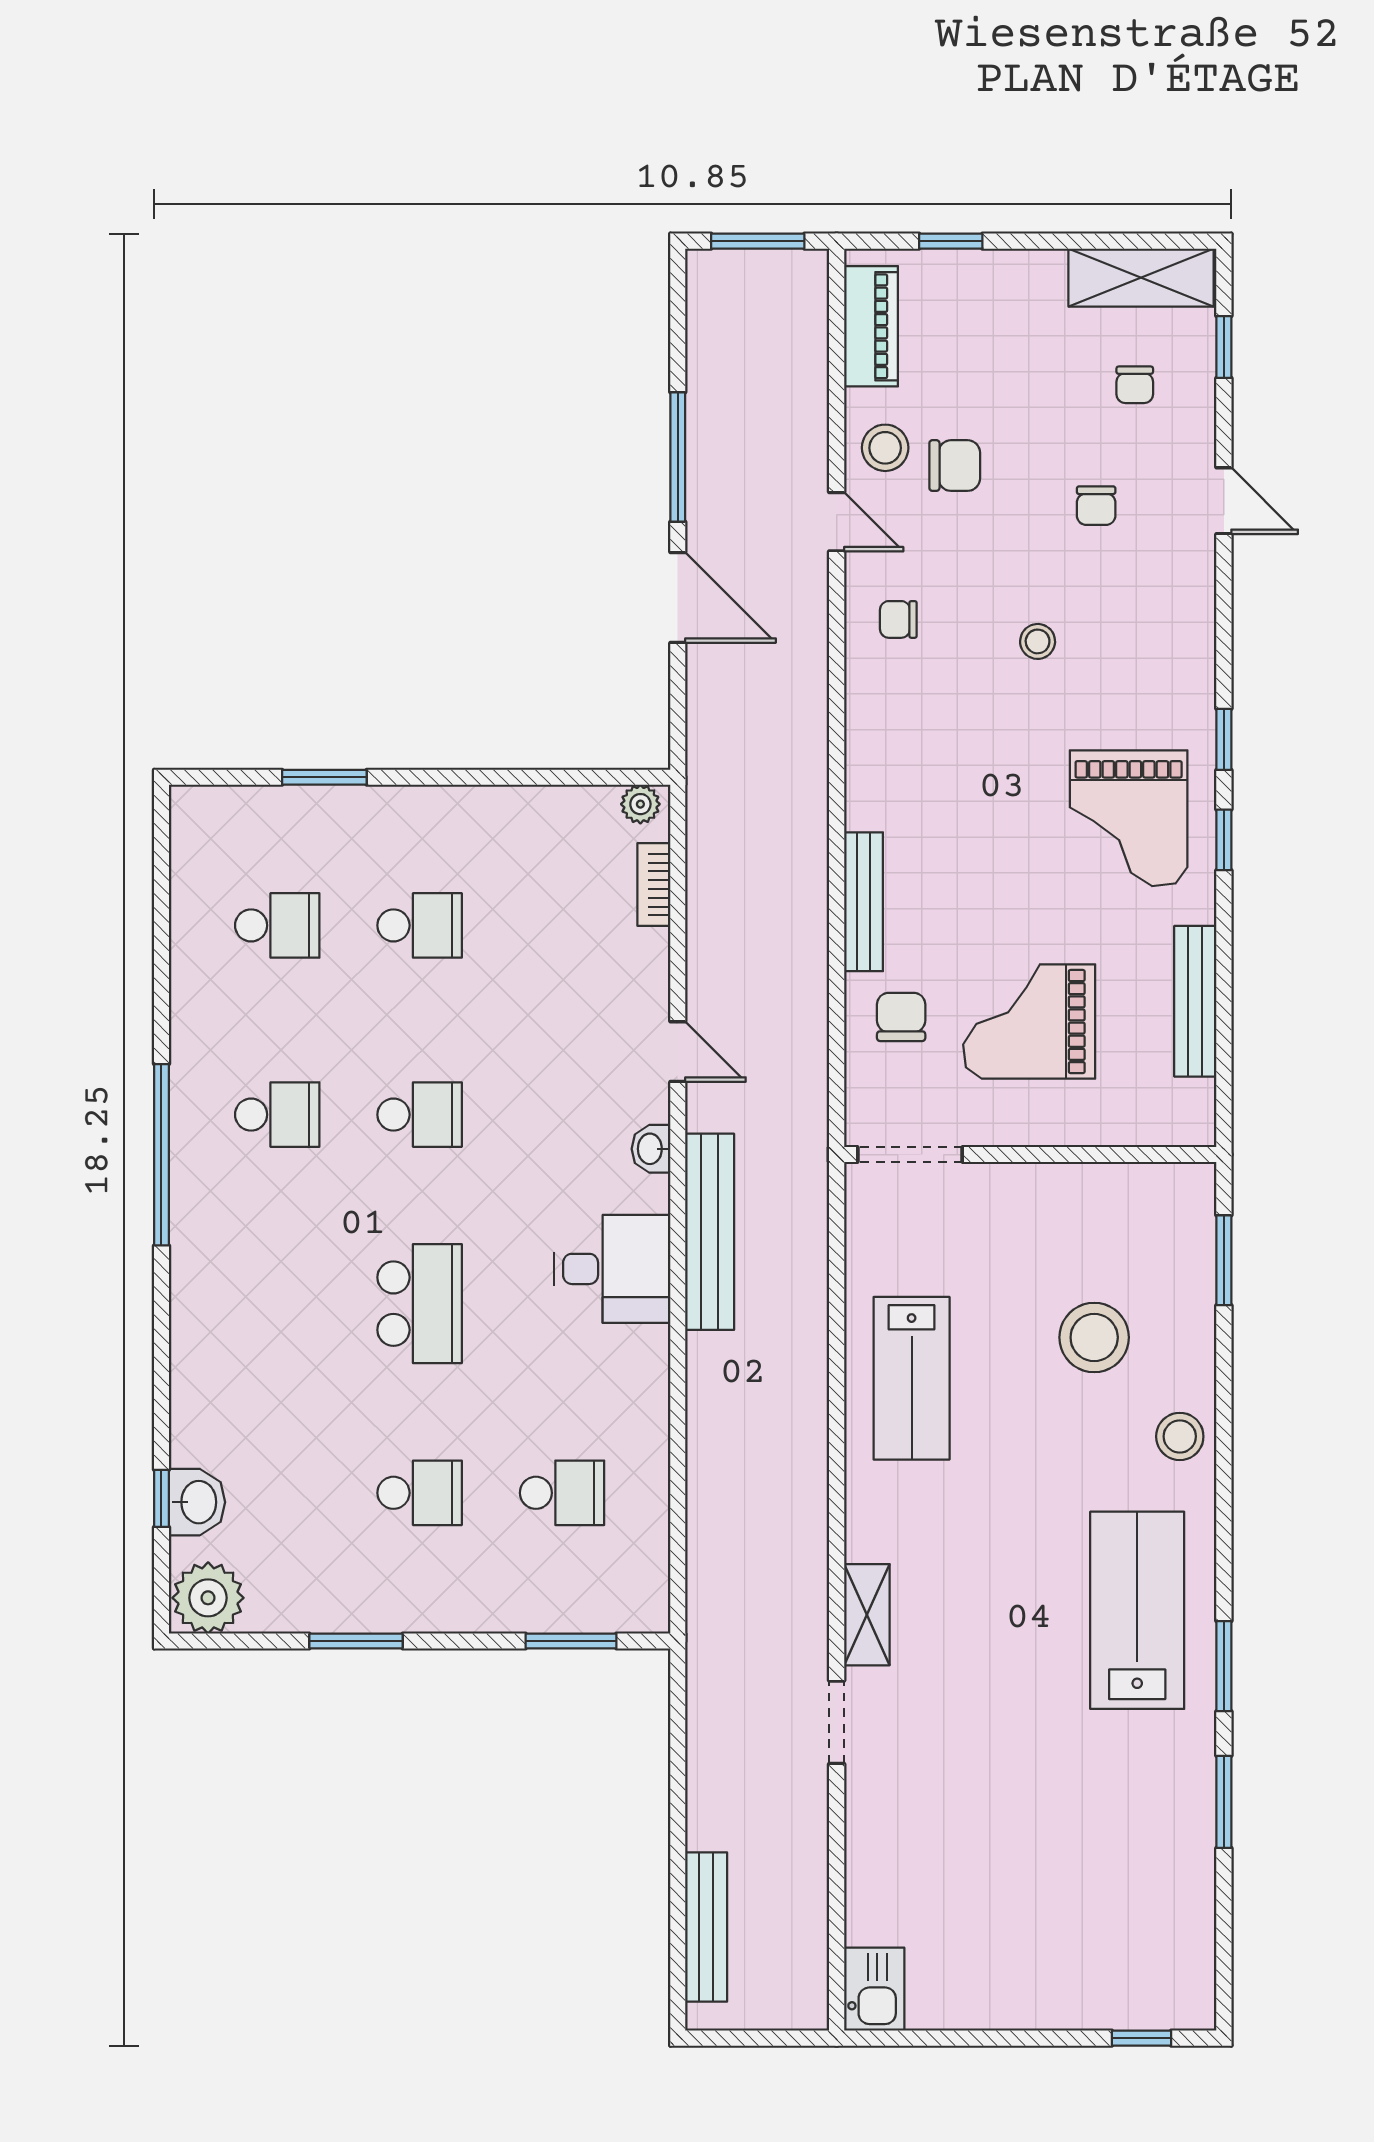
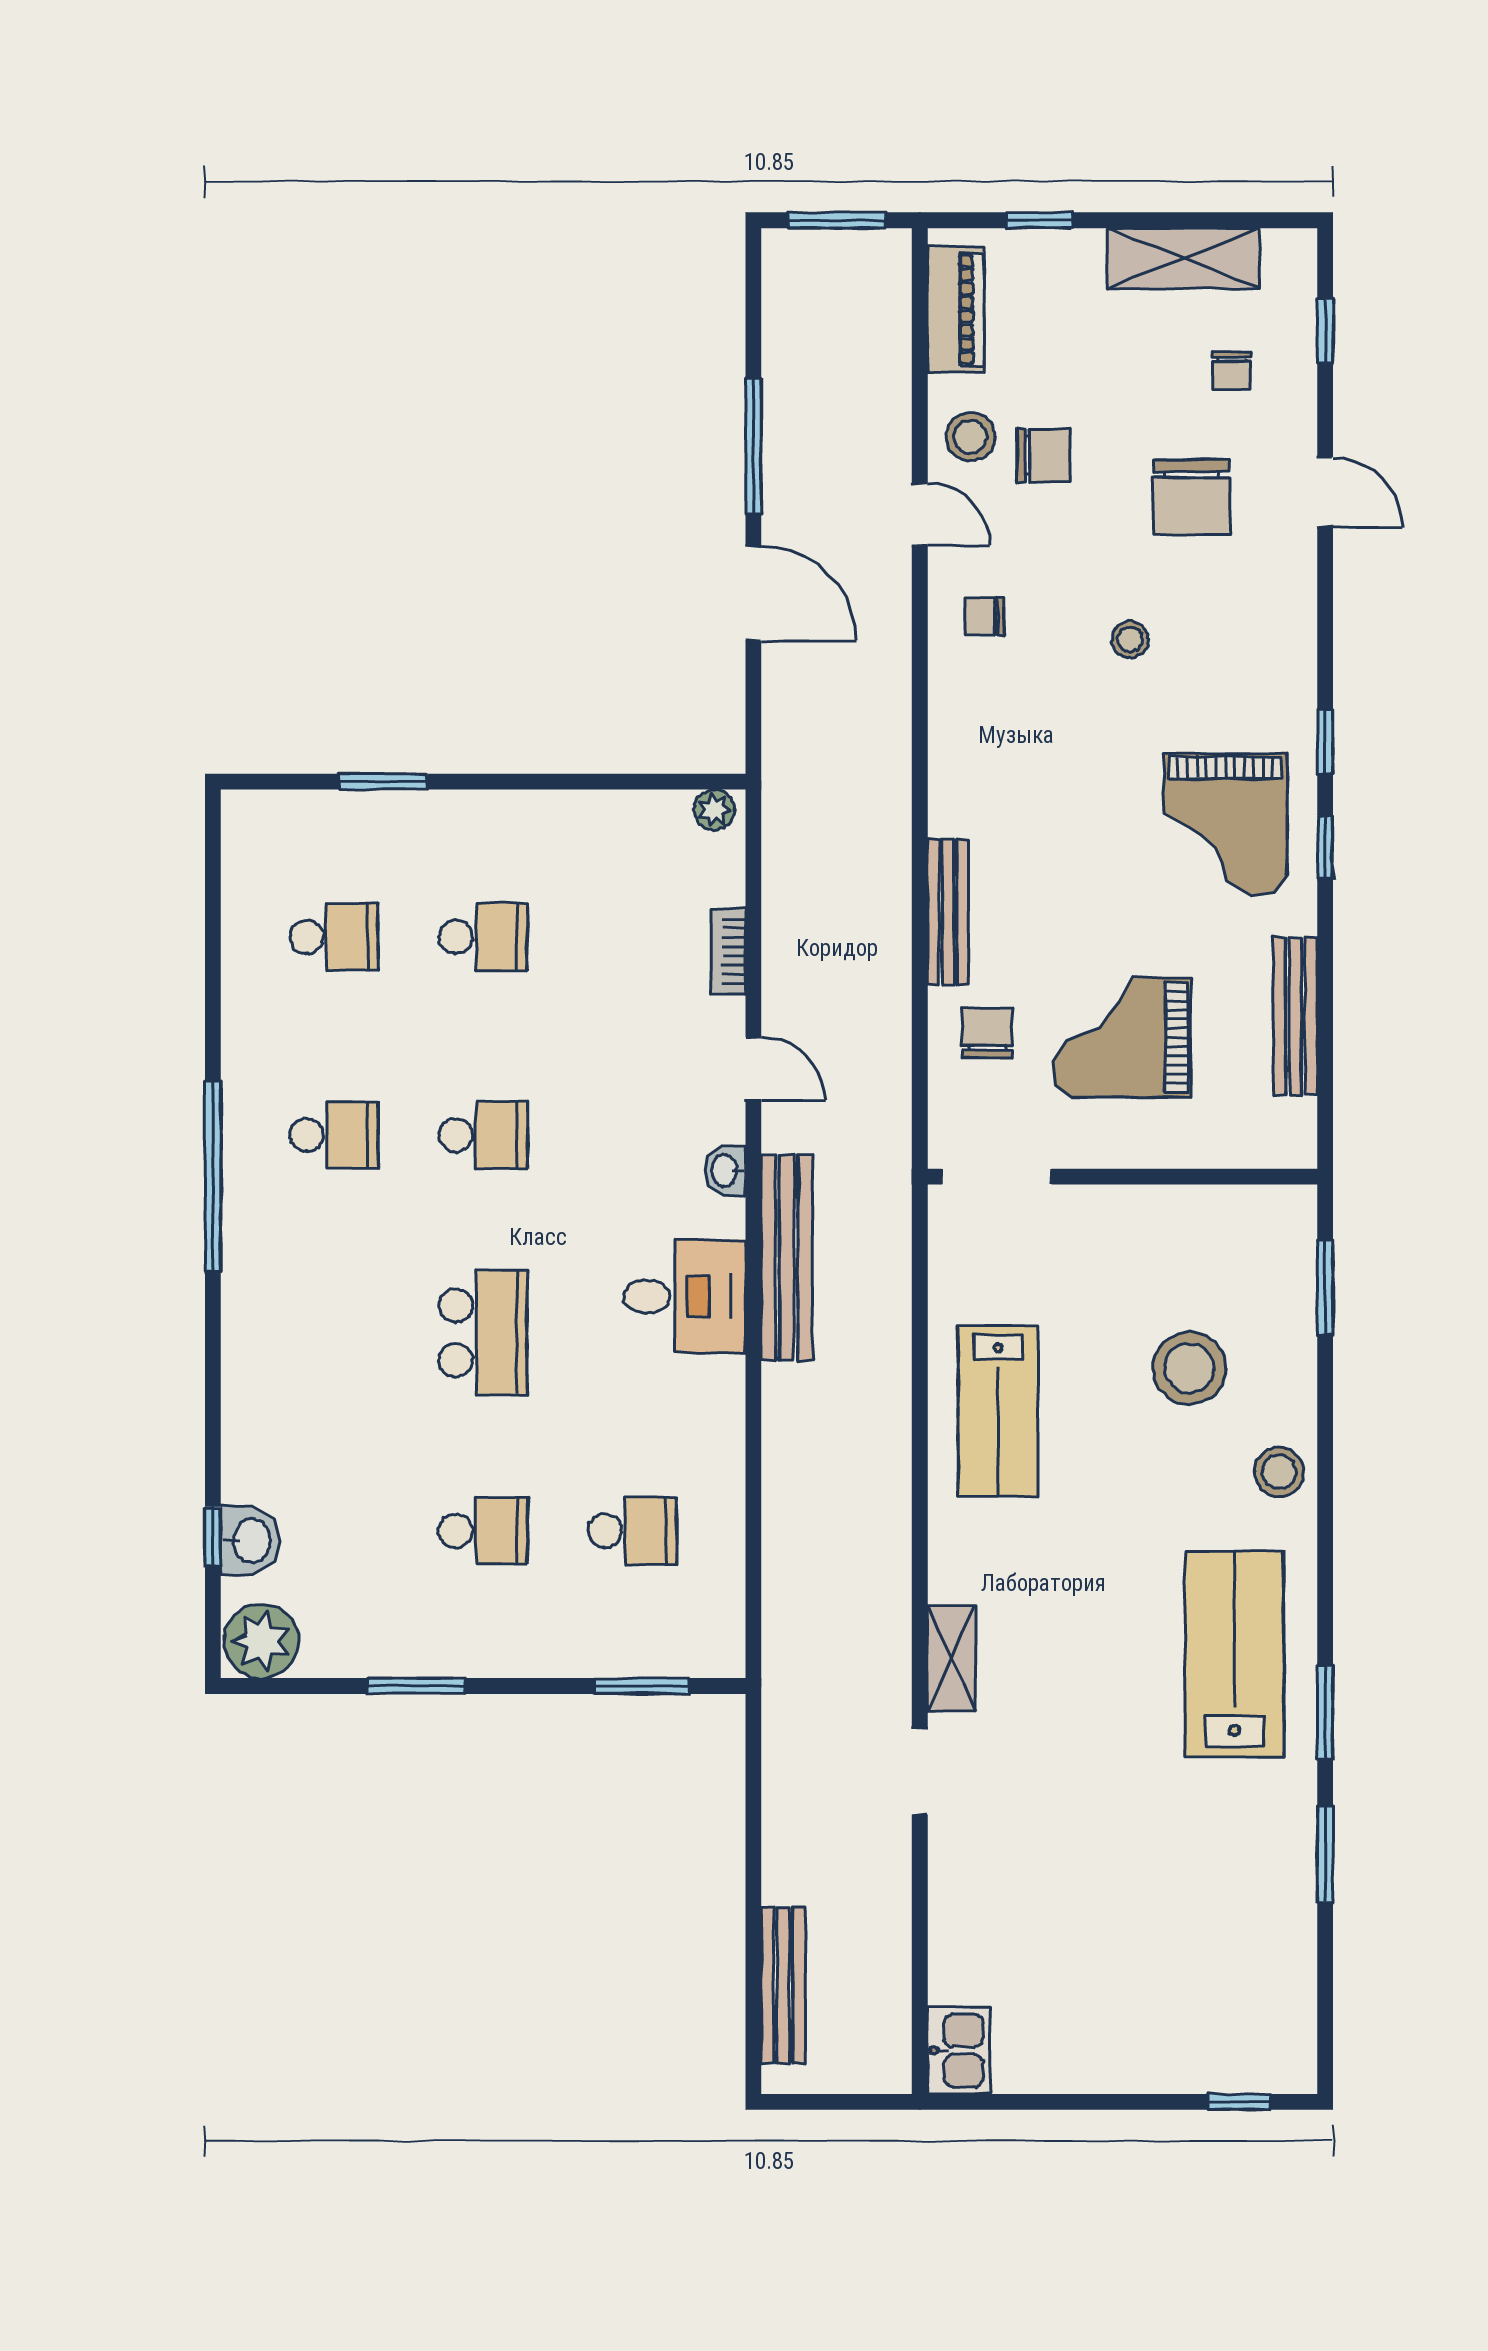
shelving: (1141, 278) -> (1183, 258), moved
chair: (1096, 506) -> (1191, 497), width x1.87, depth x1.87
bookcase: (654, 885) -> (728, 952), moved

